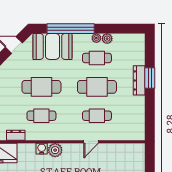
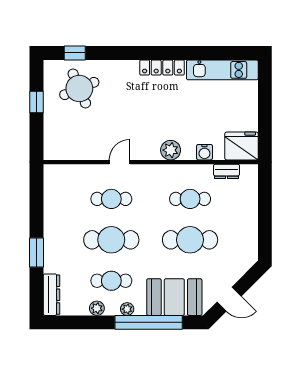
plant: (96, 38) -> (127, 309), moved
dresser: (139, 80) -> (52, 295), moved
water cooler: (42, 149) -> (204, 152), moved

